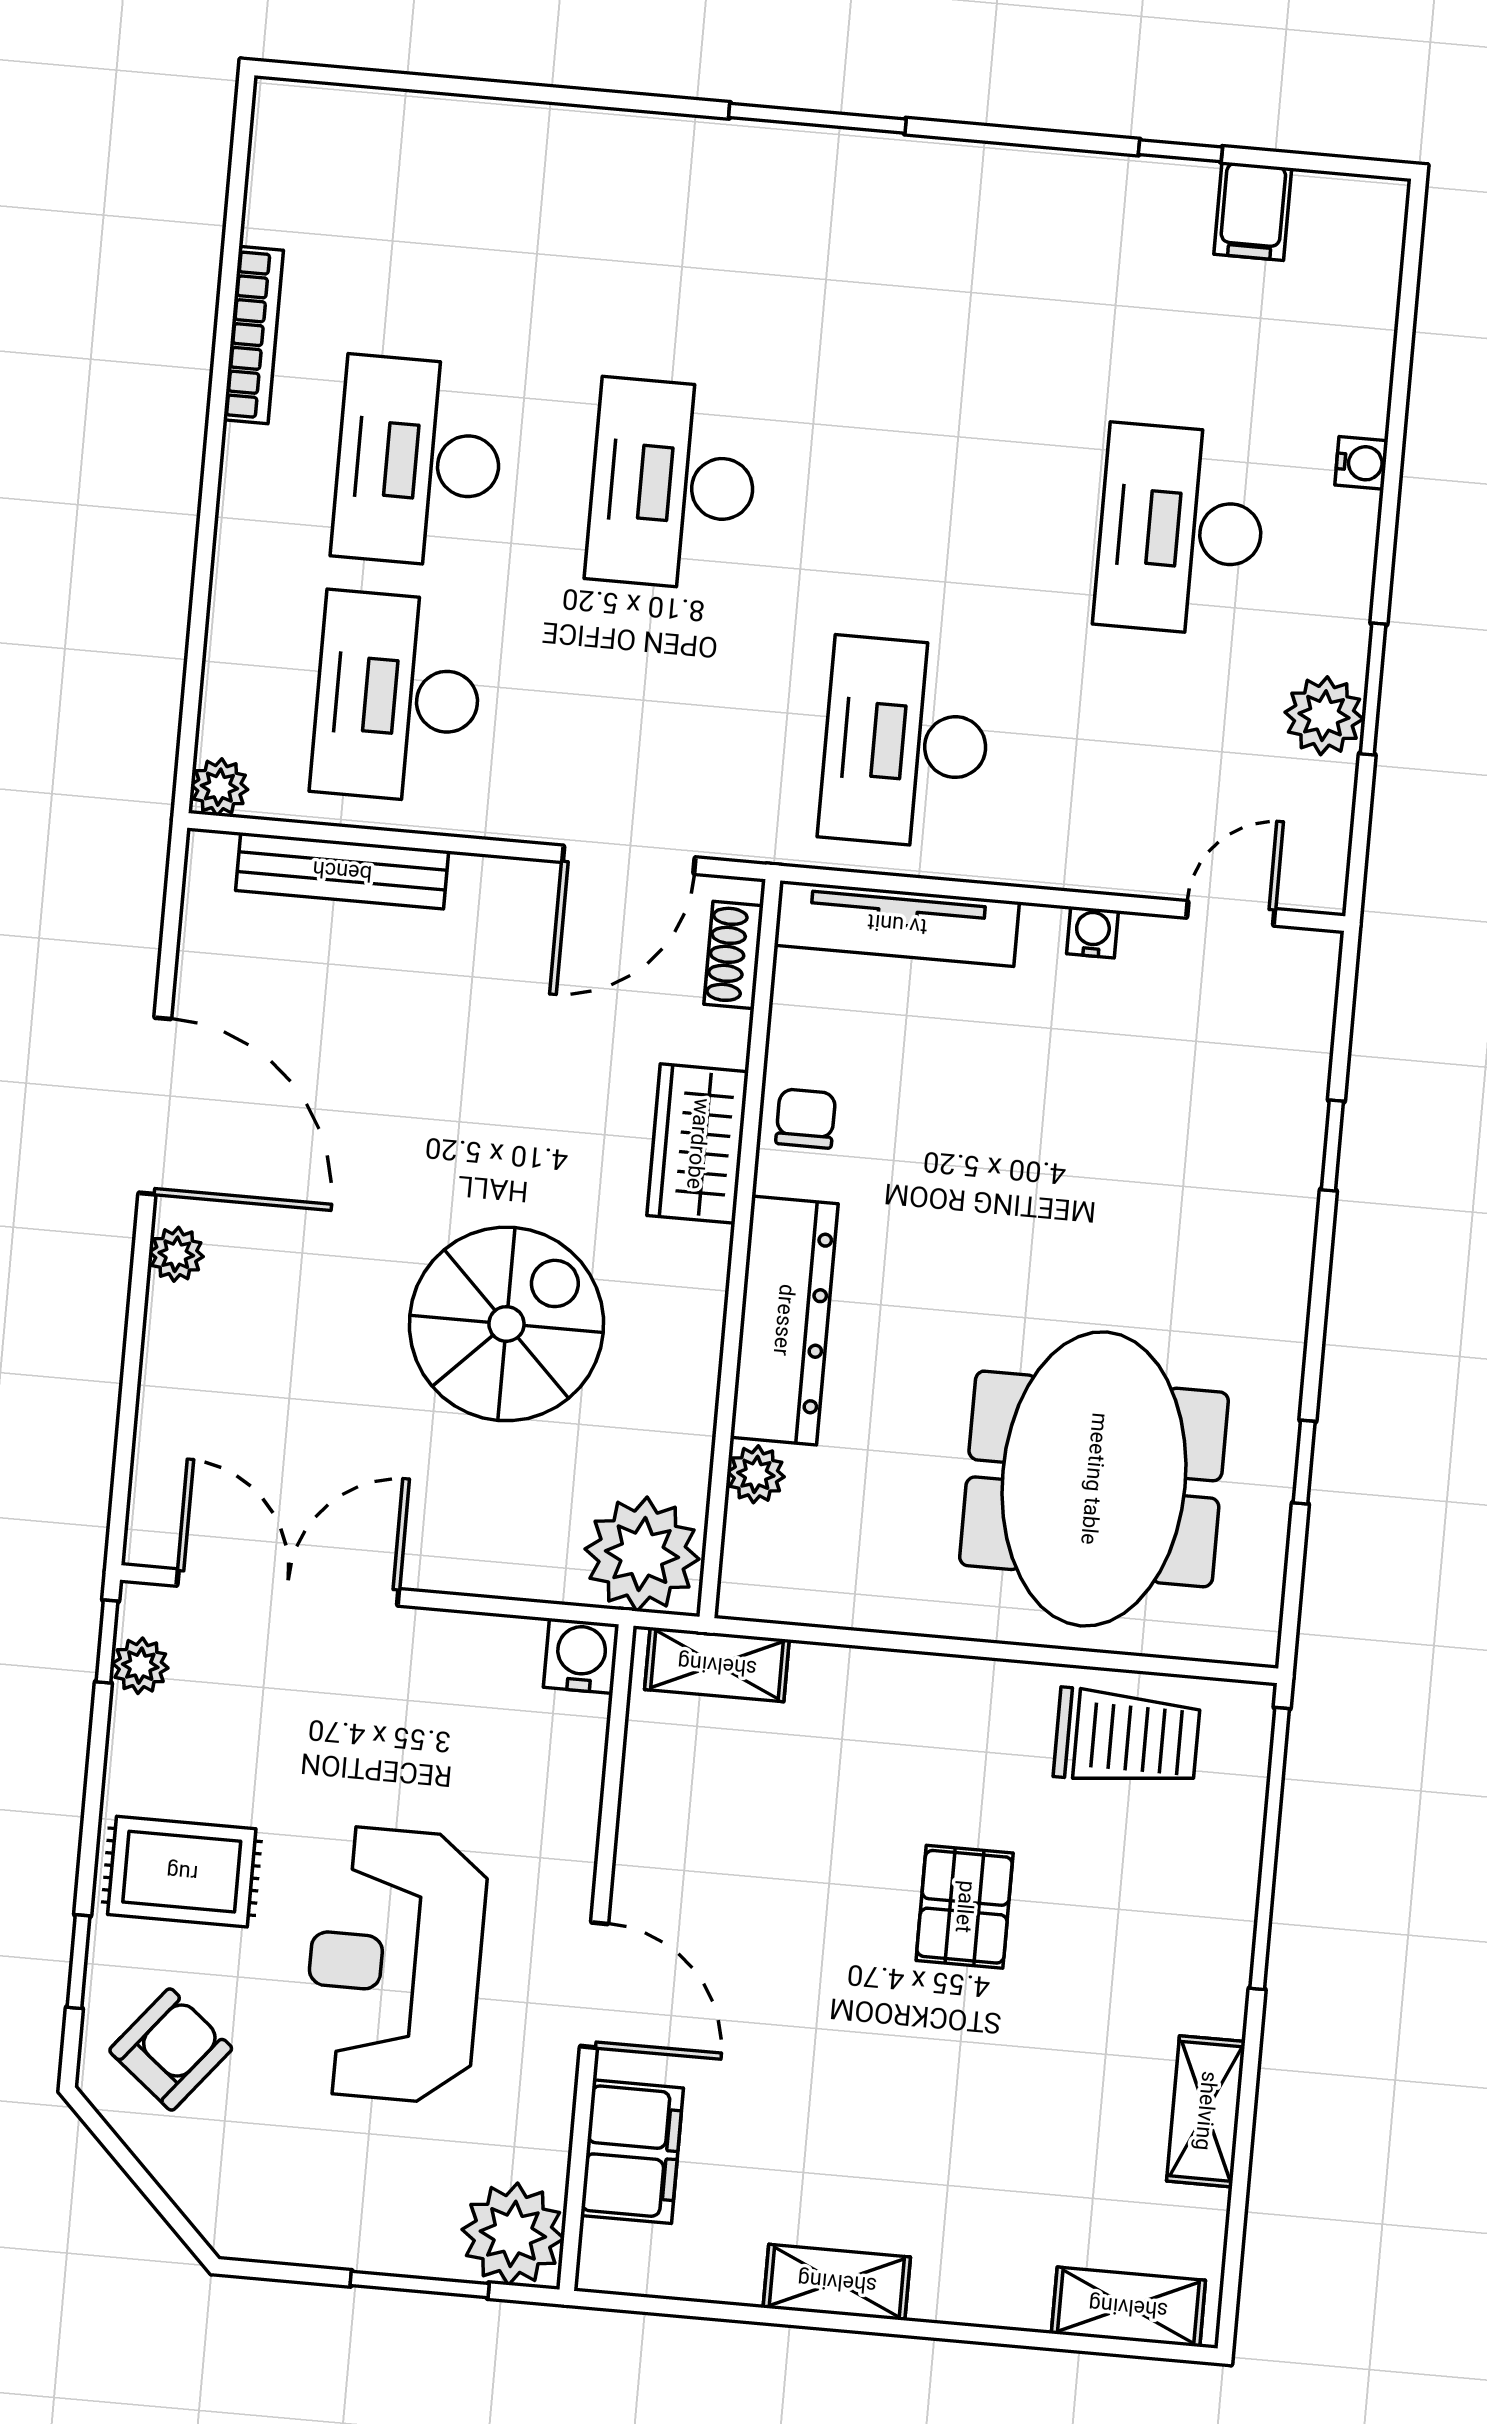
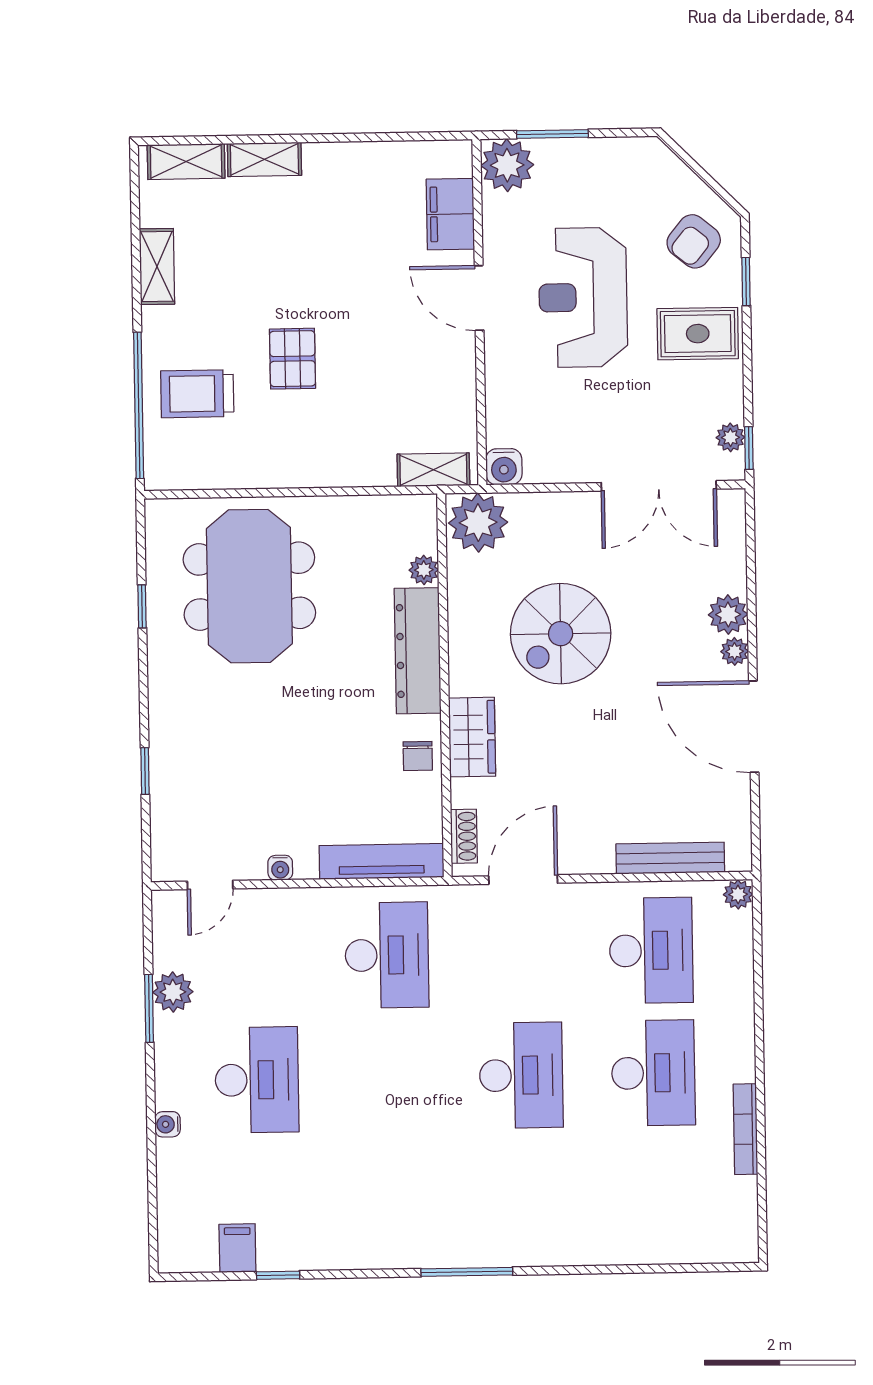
plant: (181, 1326) -> (728, 615), added
trolley: (1127, 1738) -> (197, 394), moved
reception desk: (395, 1965) -> (583, 297), turned 180
shelving: (837, 2282) -> (264, 159), moved

